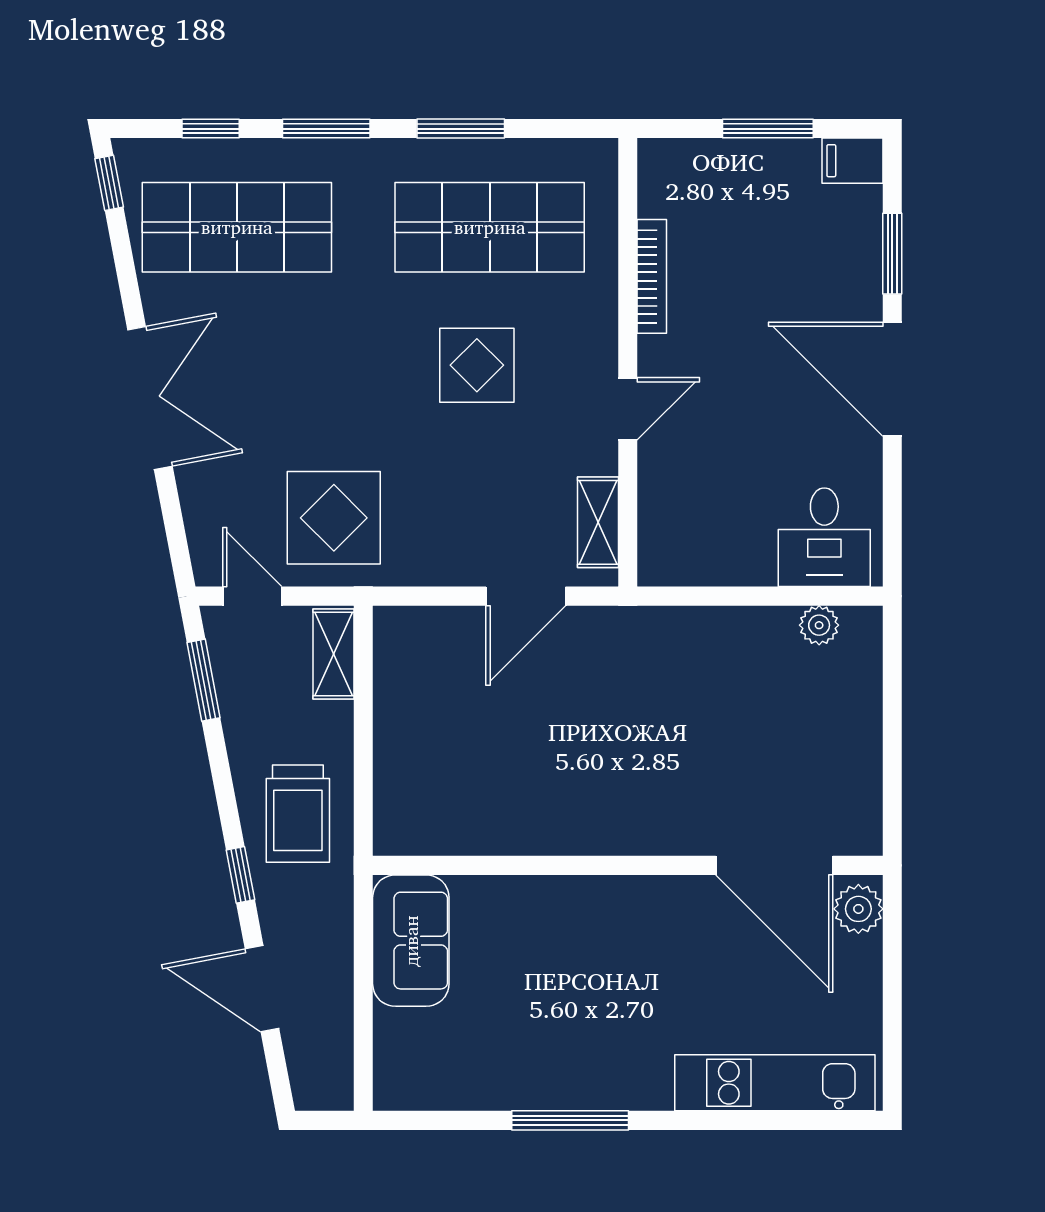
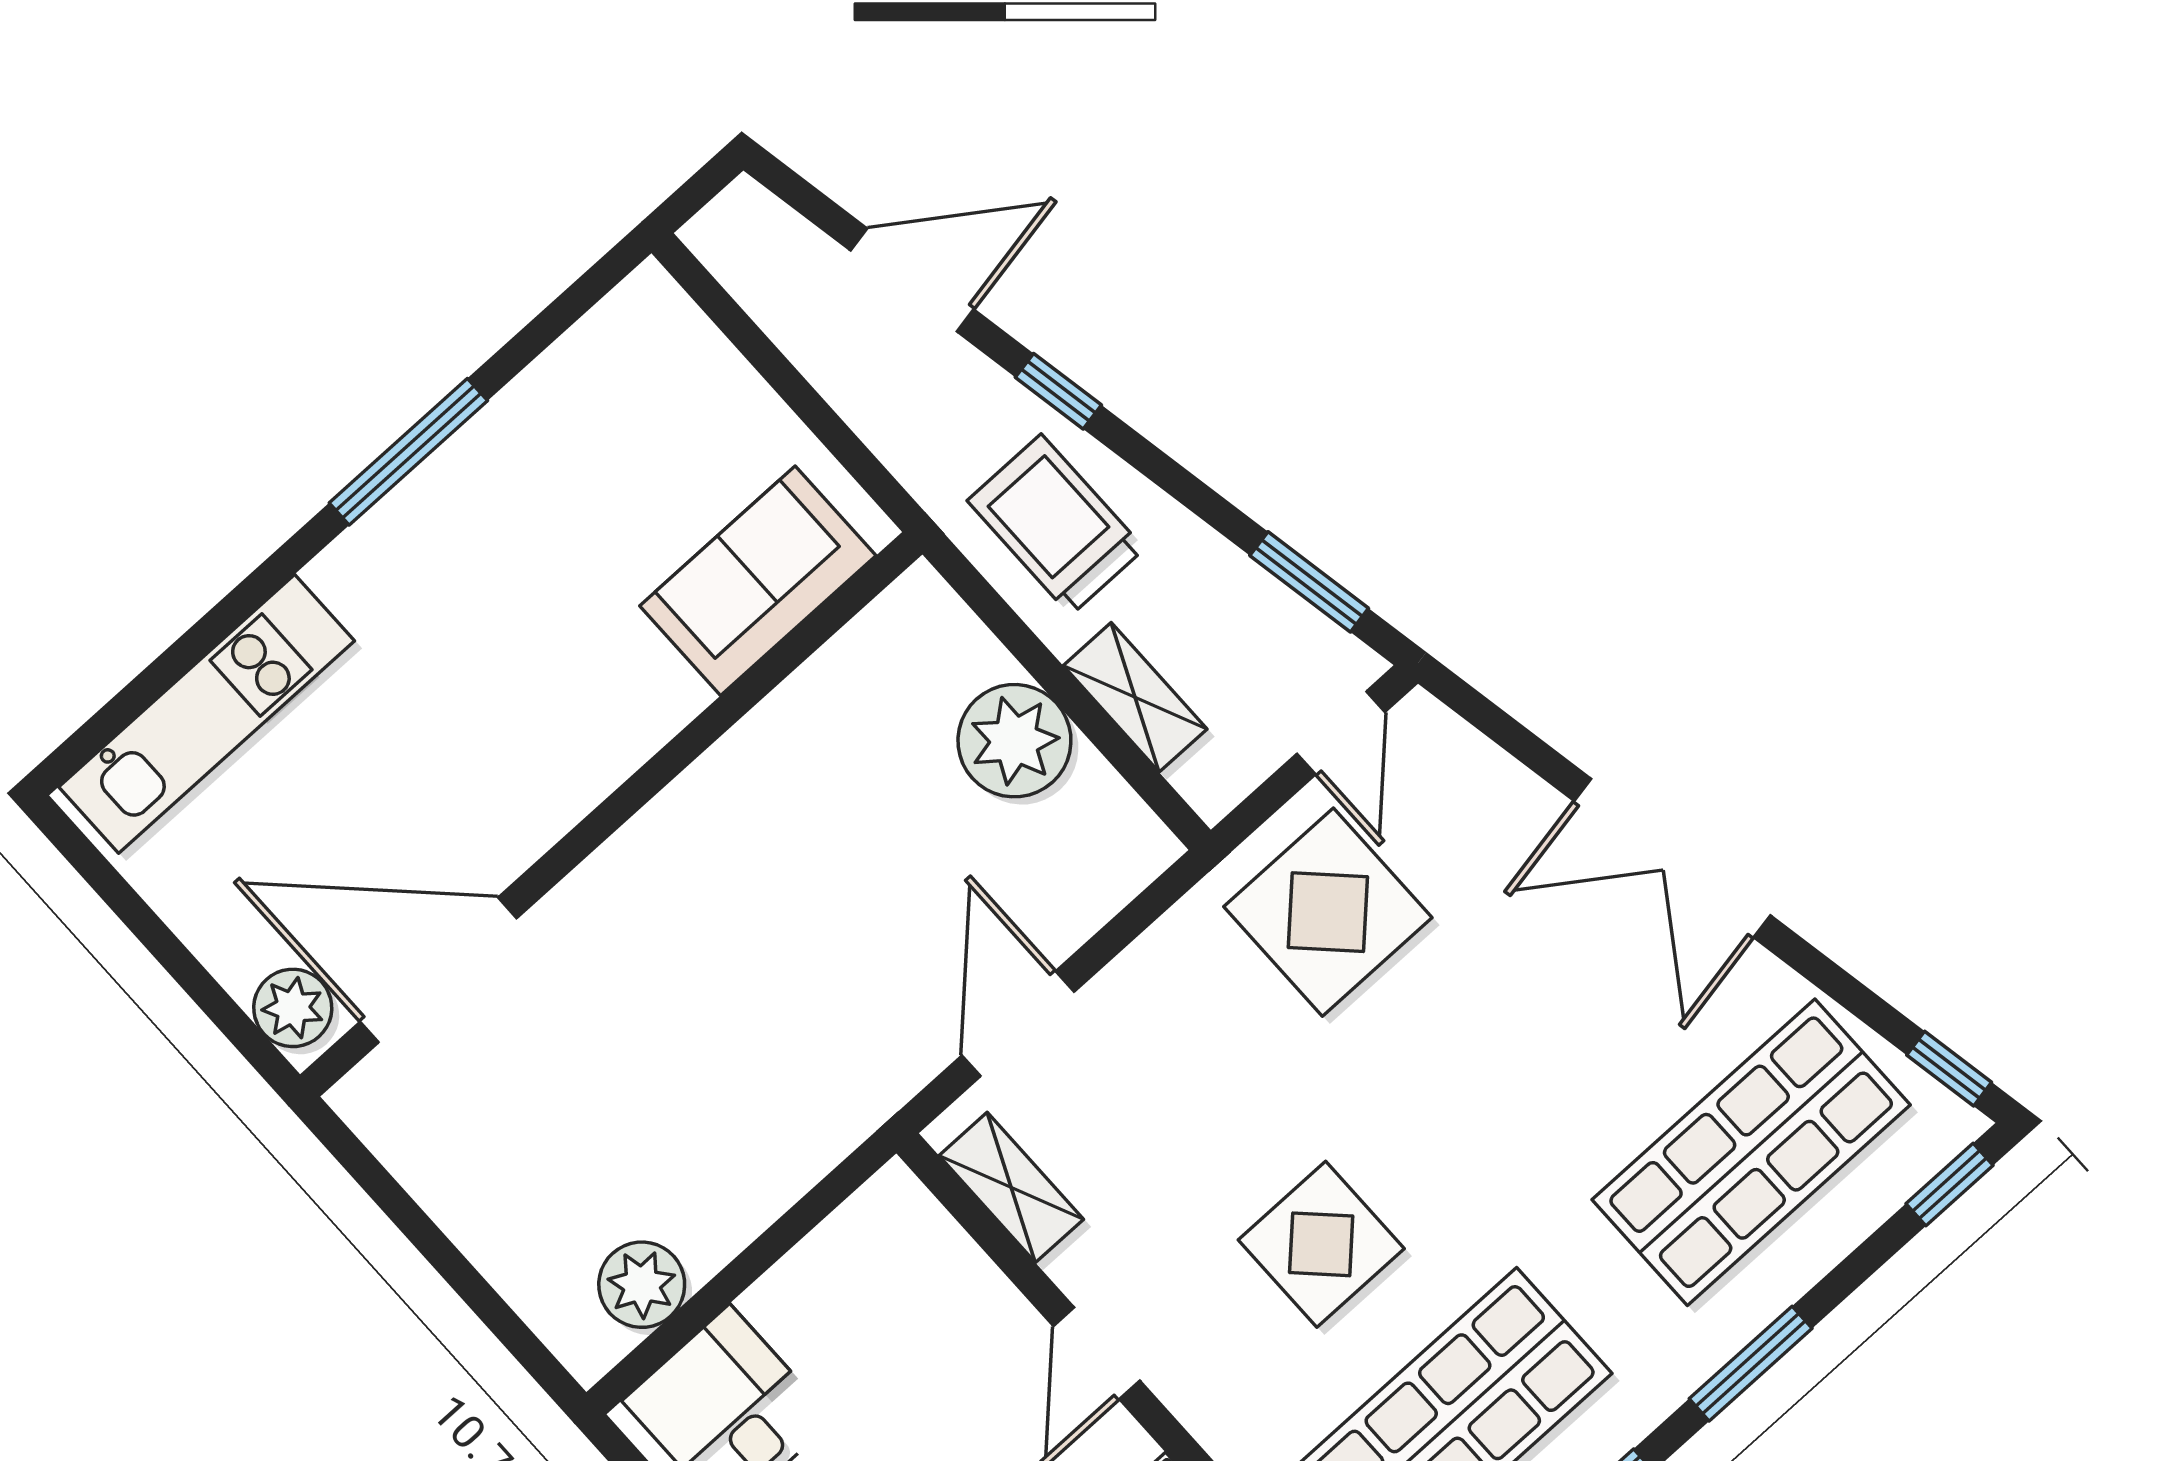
window: (211, 129) -> (1950, 1184), moved
door: (252, 596) -> (1341, 733), hinge flipped
plant: (819, 625) -> (642, 1285), width x1.38, depth x1.38
shelving: (334, 654) -> (1135, 697), moved
plant: (408, 730) -> (1014, 741), added
sofa: (411, 941) -> (758, 581), moved, turned 90

